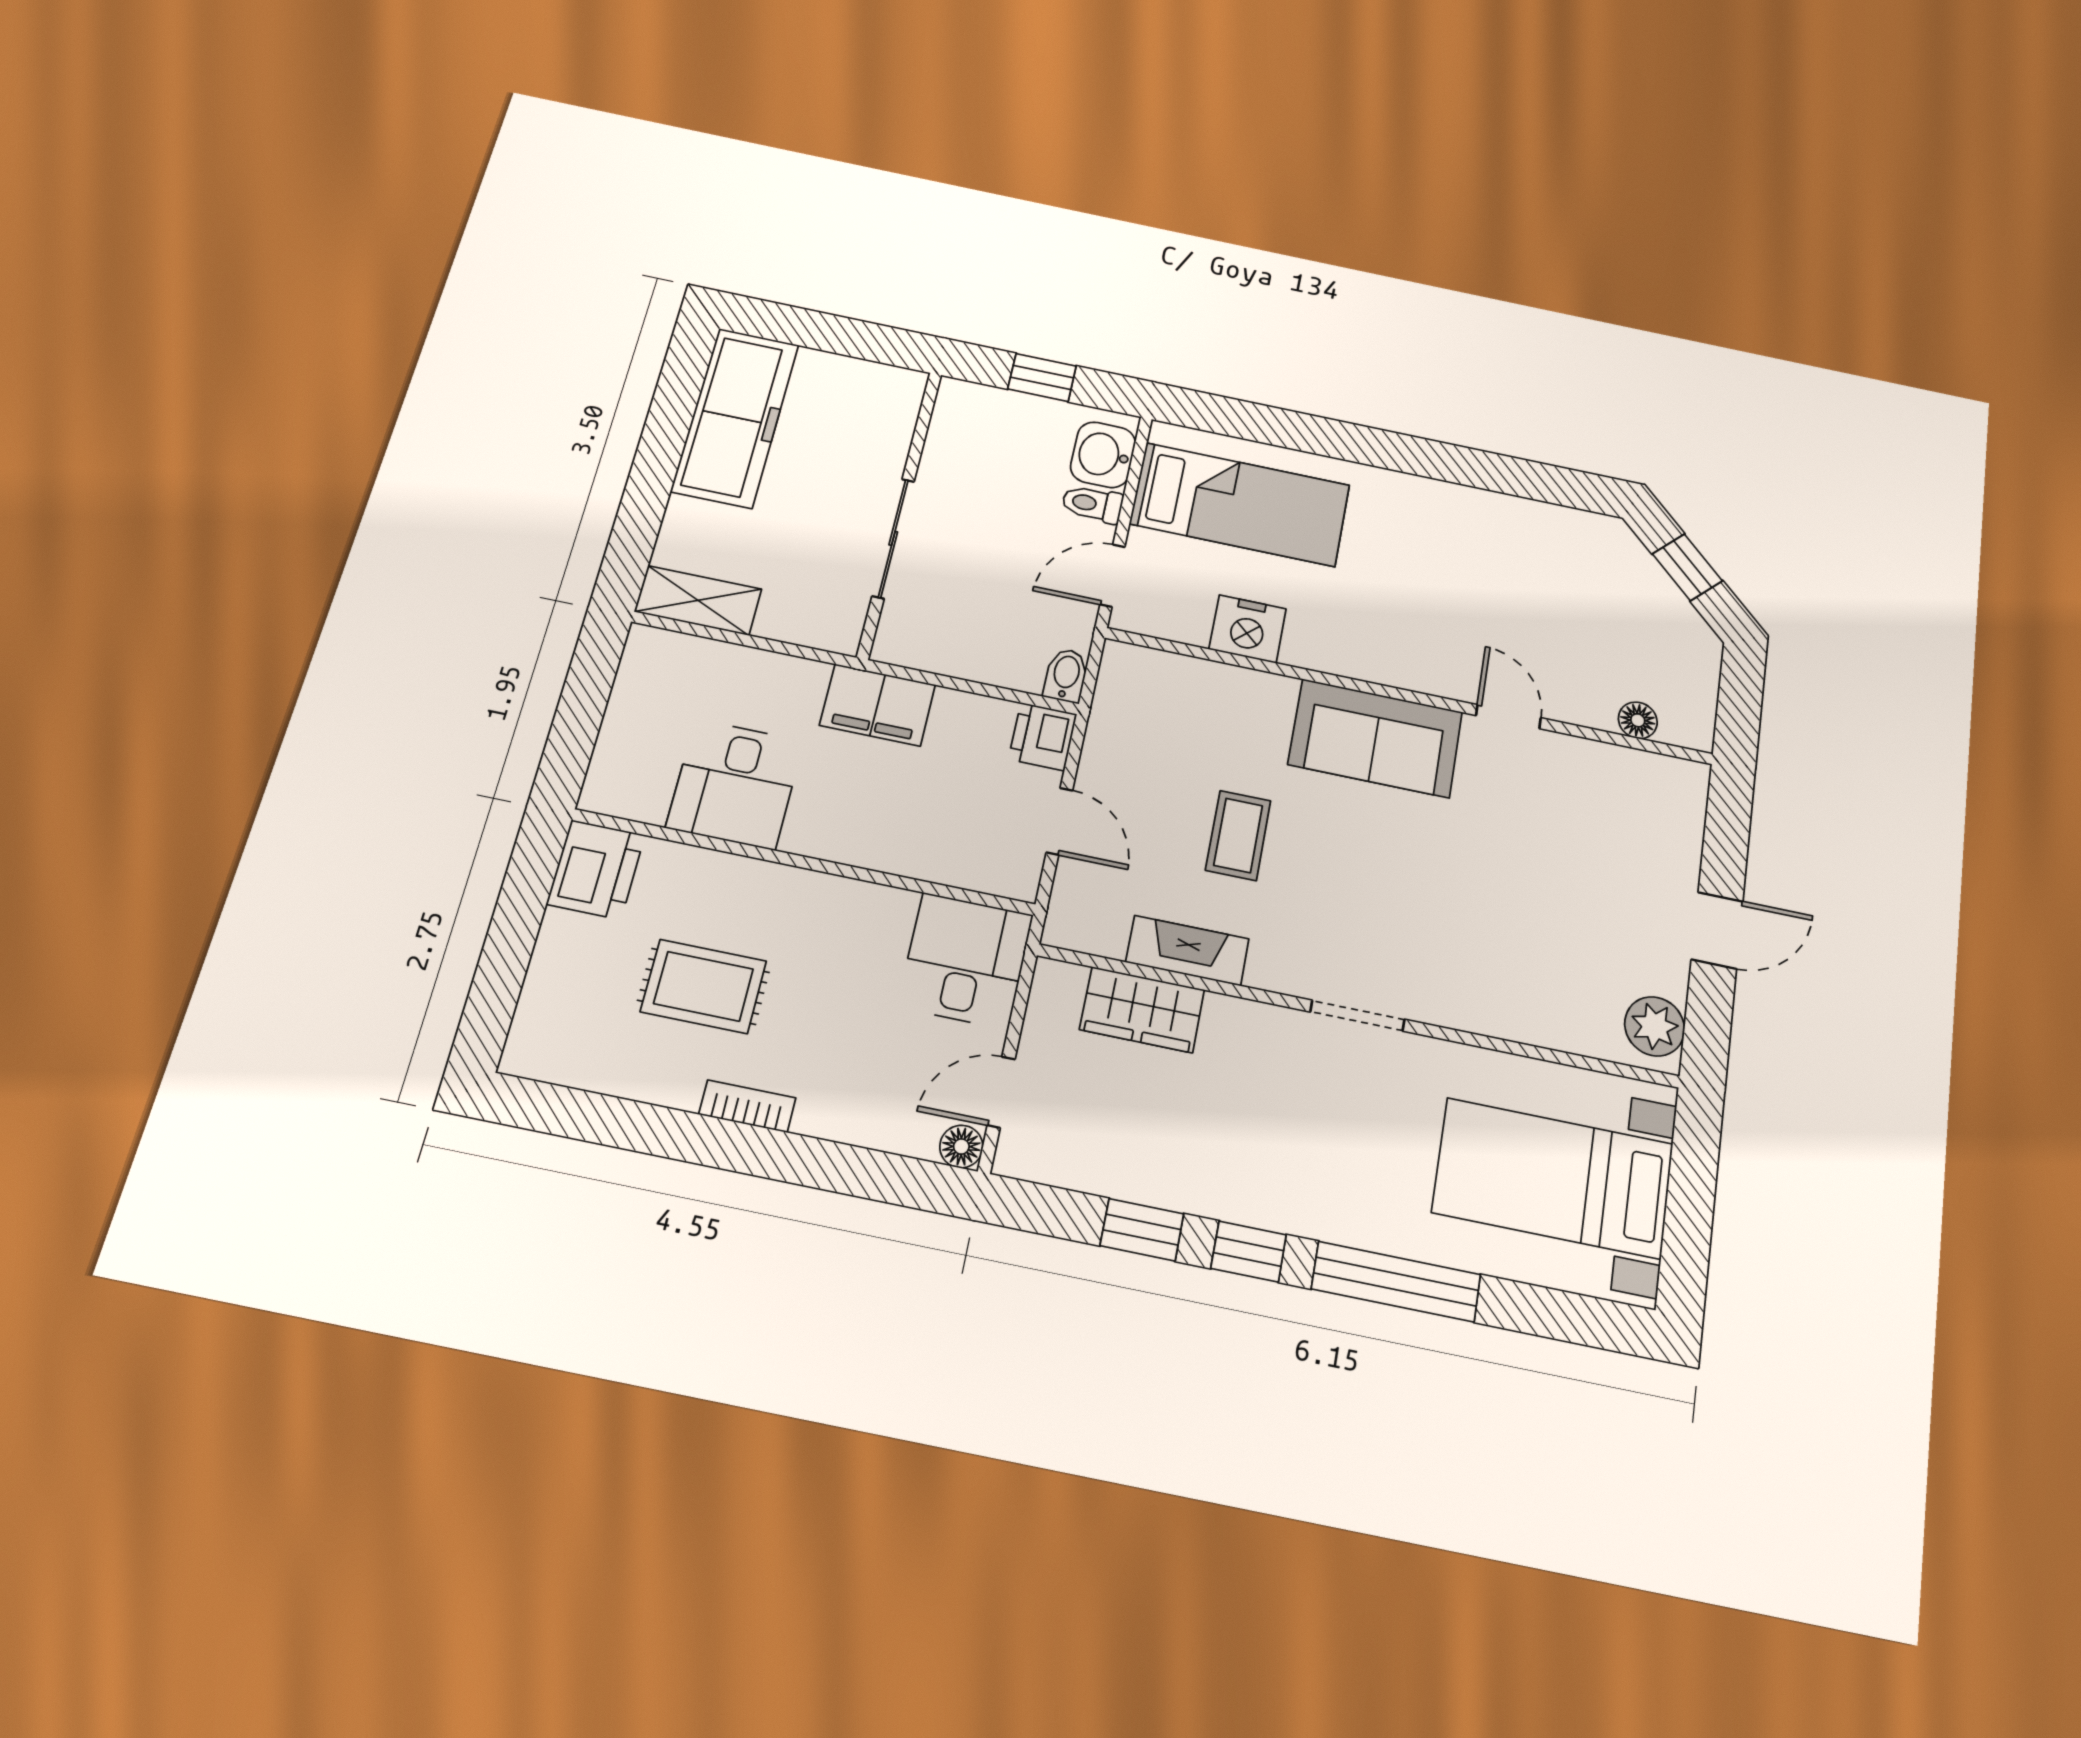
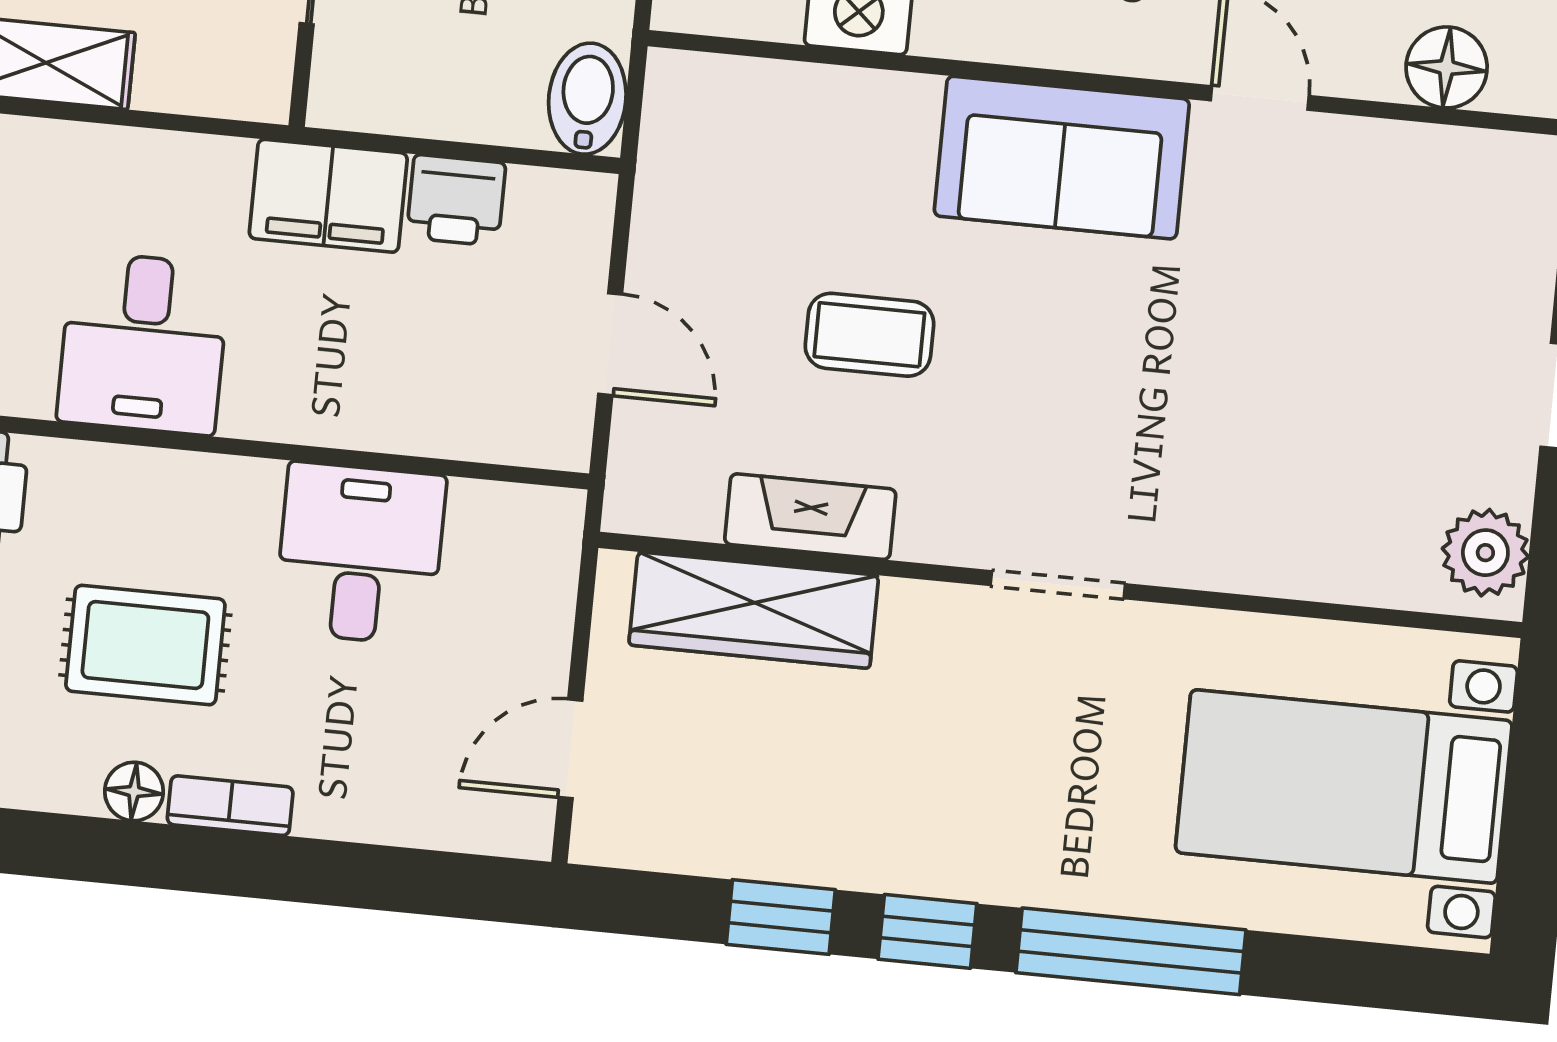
bidet: (1066, 675) -> (587, 99), width x1.38, depth x1.36
floor lamp: (1638, 720) -> (1447, 67), width x1.37, depth x1.37
printer: (1043, 737) -> (456, 200), moved, turned -90
coffee table: (1238, 835) -> (869, 335), turned 90
desk: (965, 961) -> (360, 554), moved
wardrobe: (1142, 1010) -> (754, 610), width x1.50
floor lamp: (961, 1147) -> (134, 792), moved

